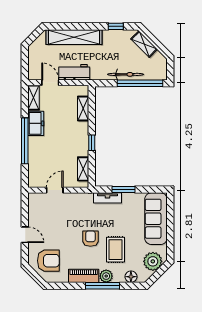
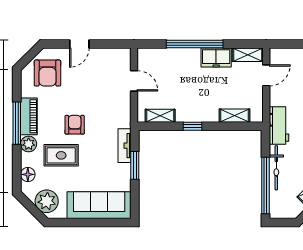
workbench: (74, 72) -> (279, 125), moved
armchair: (90, 239) -> (75, 125), turned -90
window: (103, 286) -> (17, 123), moved

